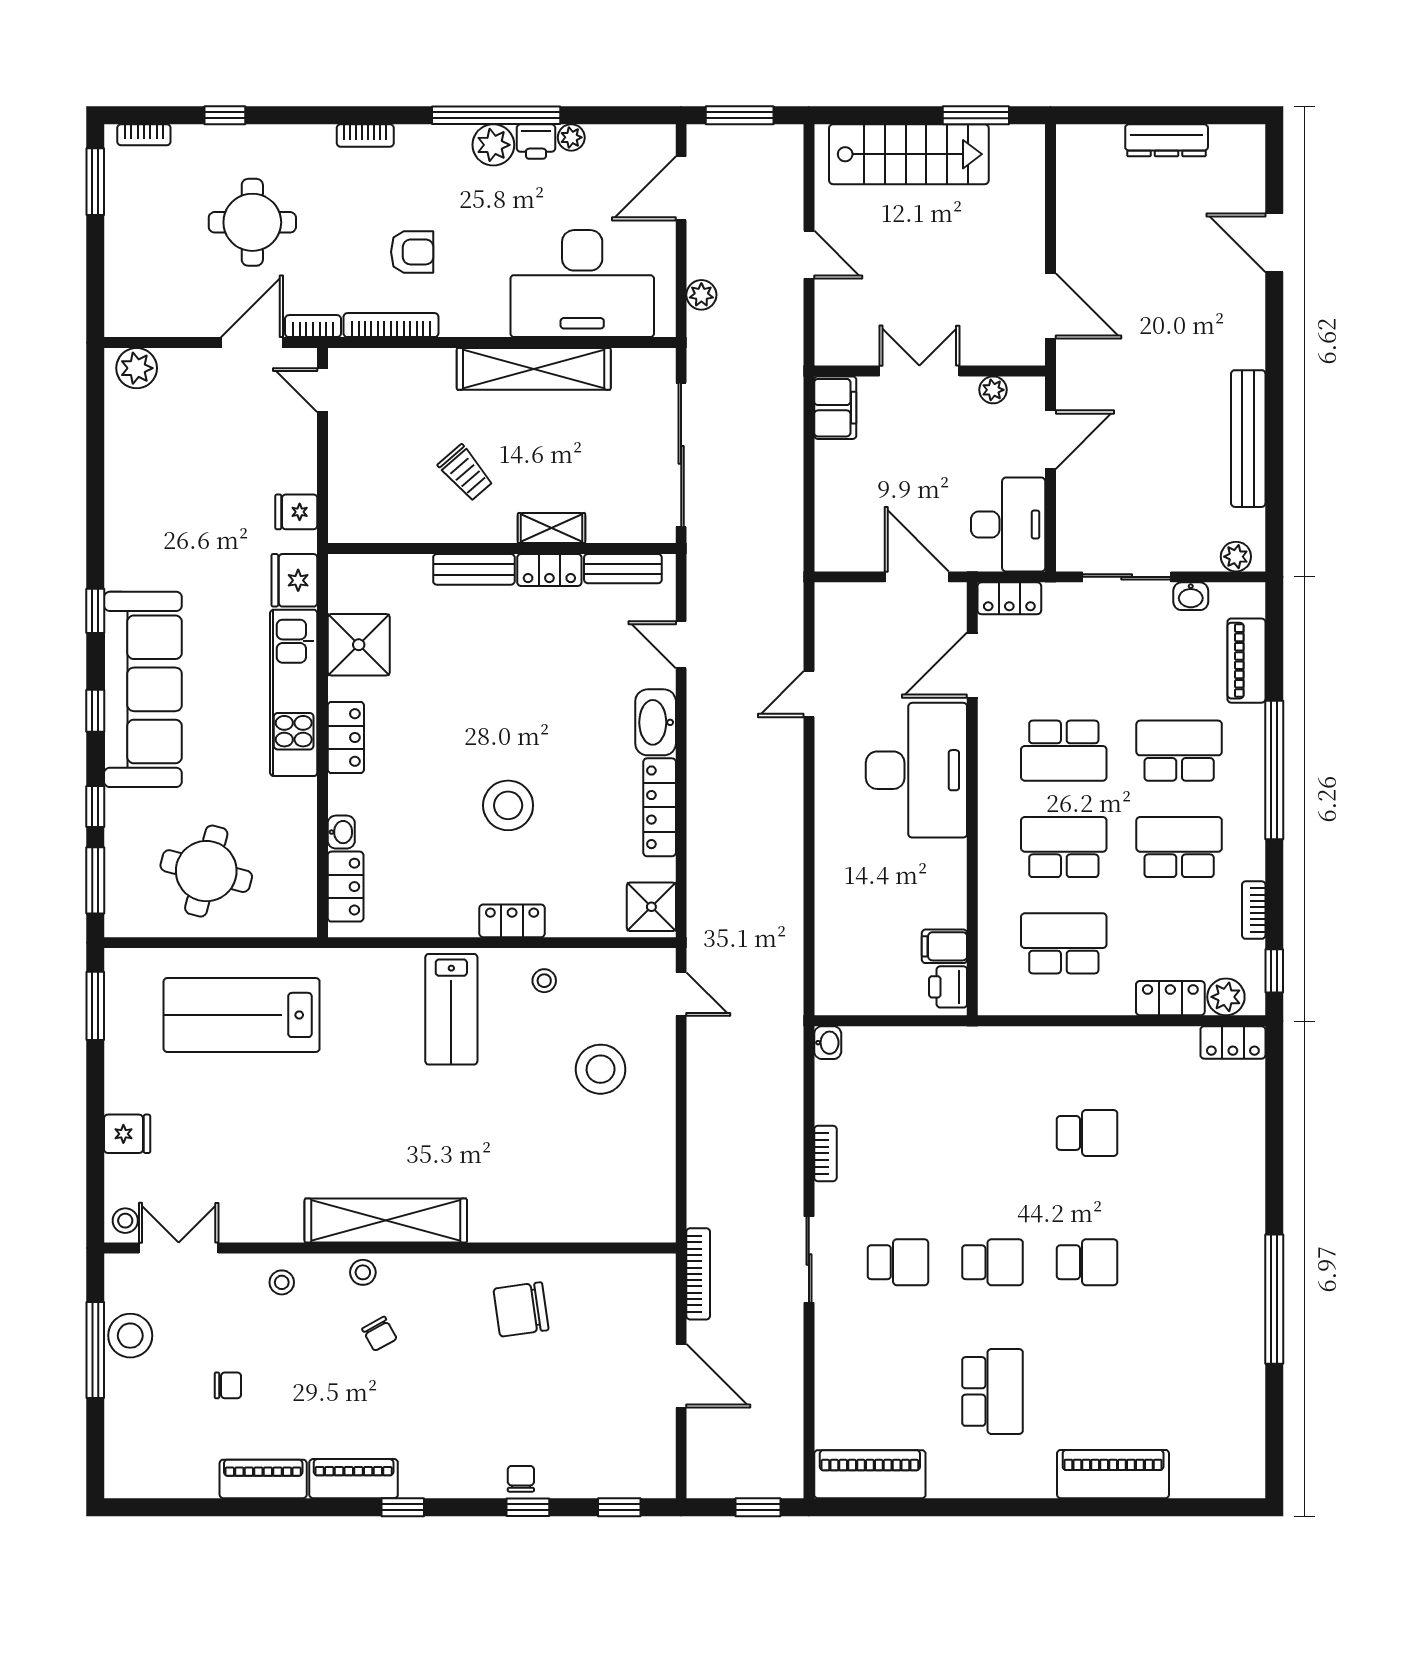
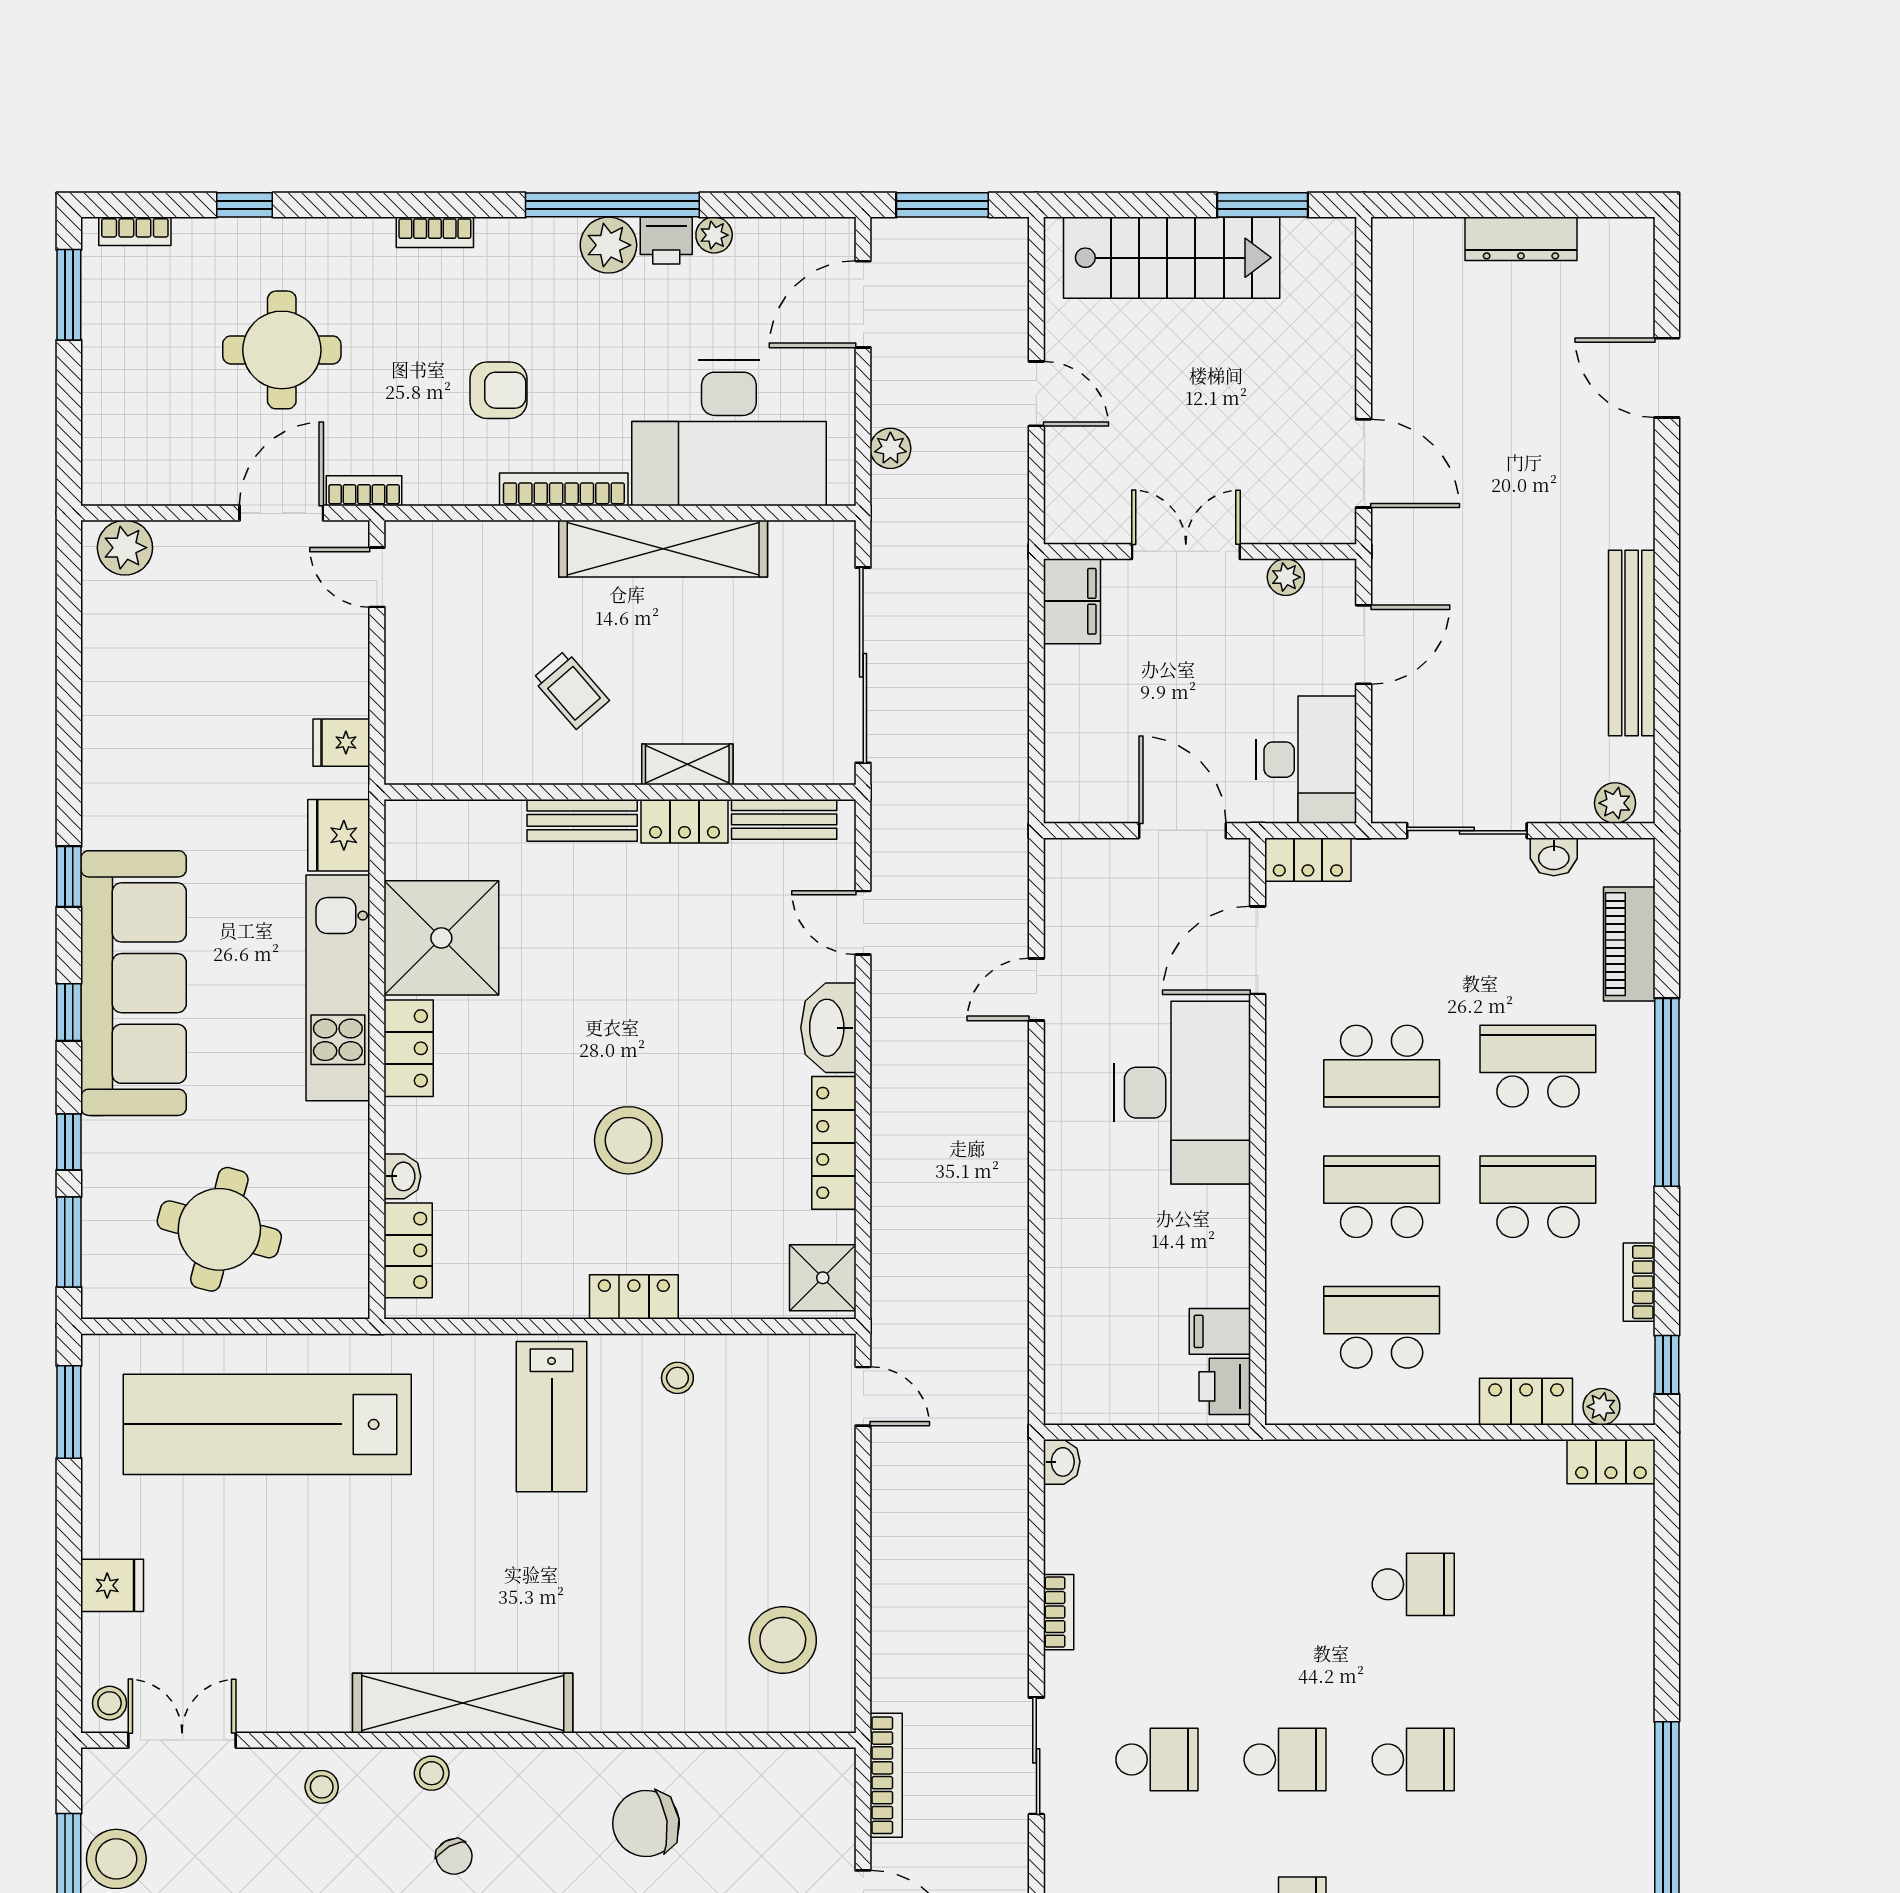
bookcase: (391, 325) -> (564, 489), moved
shower: (359, 645) -> (441, 938), width x1.37, depth x1.37
plant: (1226, 997) -> (1601, 1407), width x0.73, depth x0.73
lab bench: (242, 1015) -> (267, 1424), width x1.36
stool: (601, 1069) -> (783, 1640), moved

